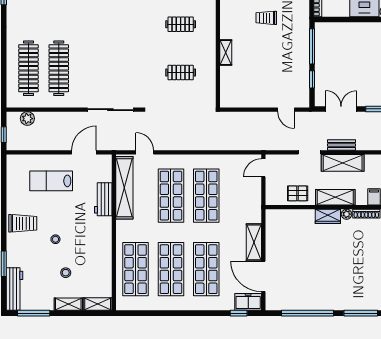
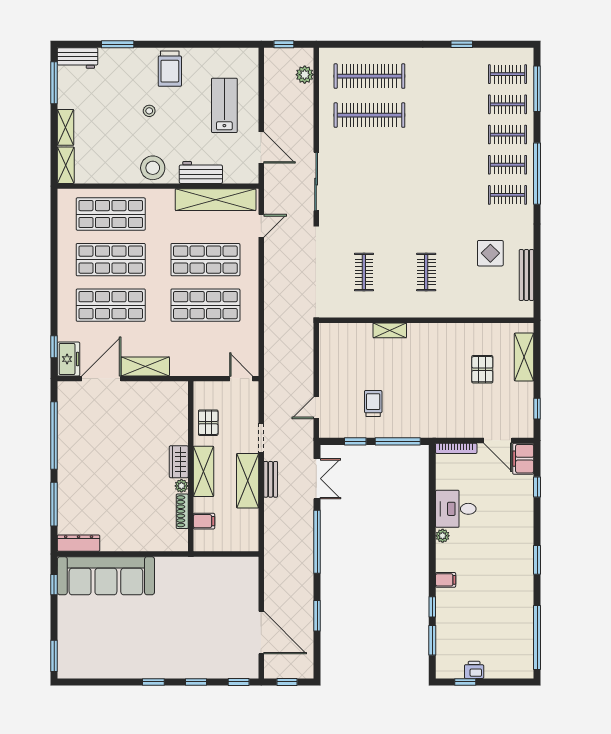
trolley: (266, 18) -> (373, 403), moved
stool: (66, 273) -> (153, 168), moved, width x1.89, depth x1.89
workbench: (15, 289) -> (78, 58), width x0.73

